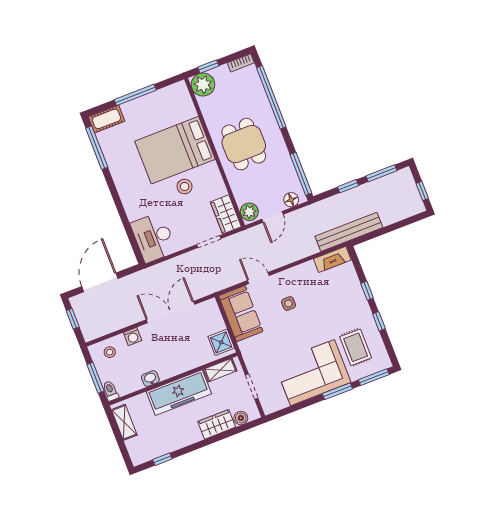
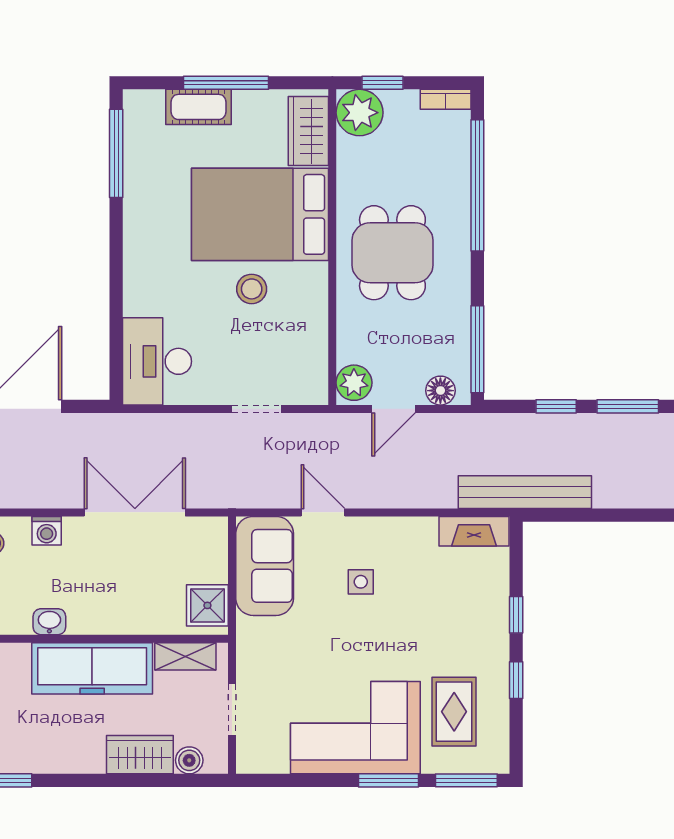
cot: (107, 119) -> (199, 107), moved
wardrobe: (226, 214) -> (308, 131), moved

